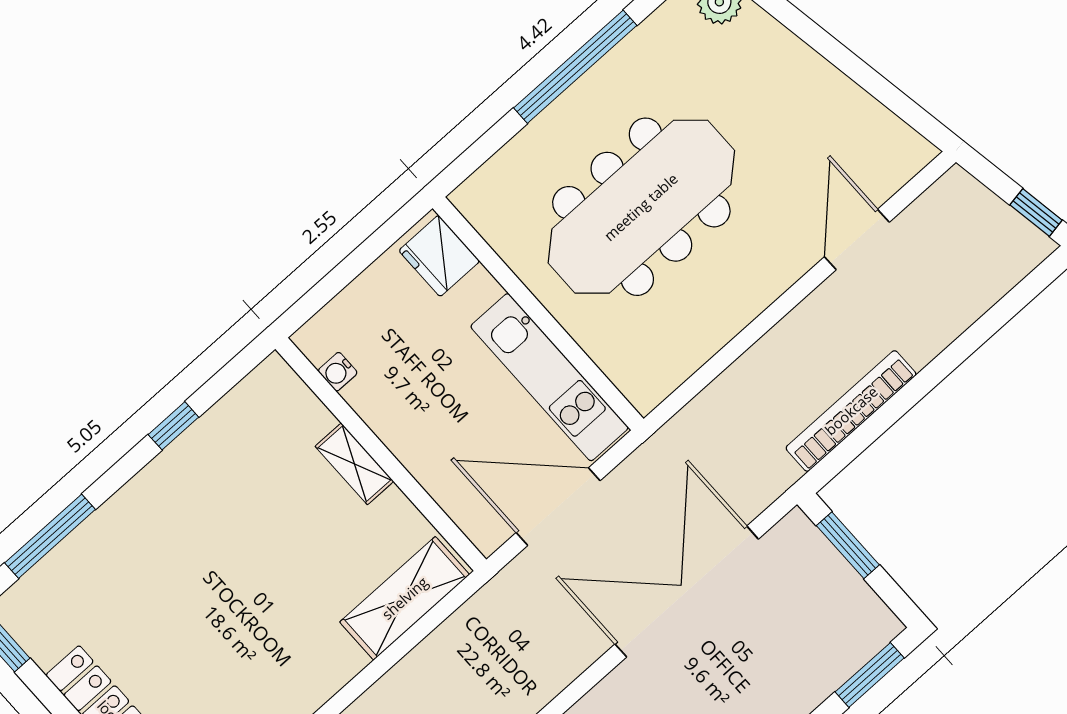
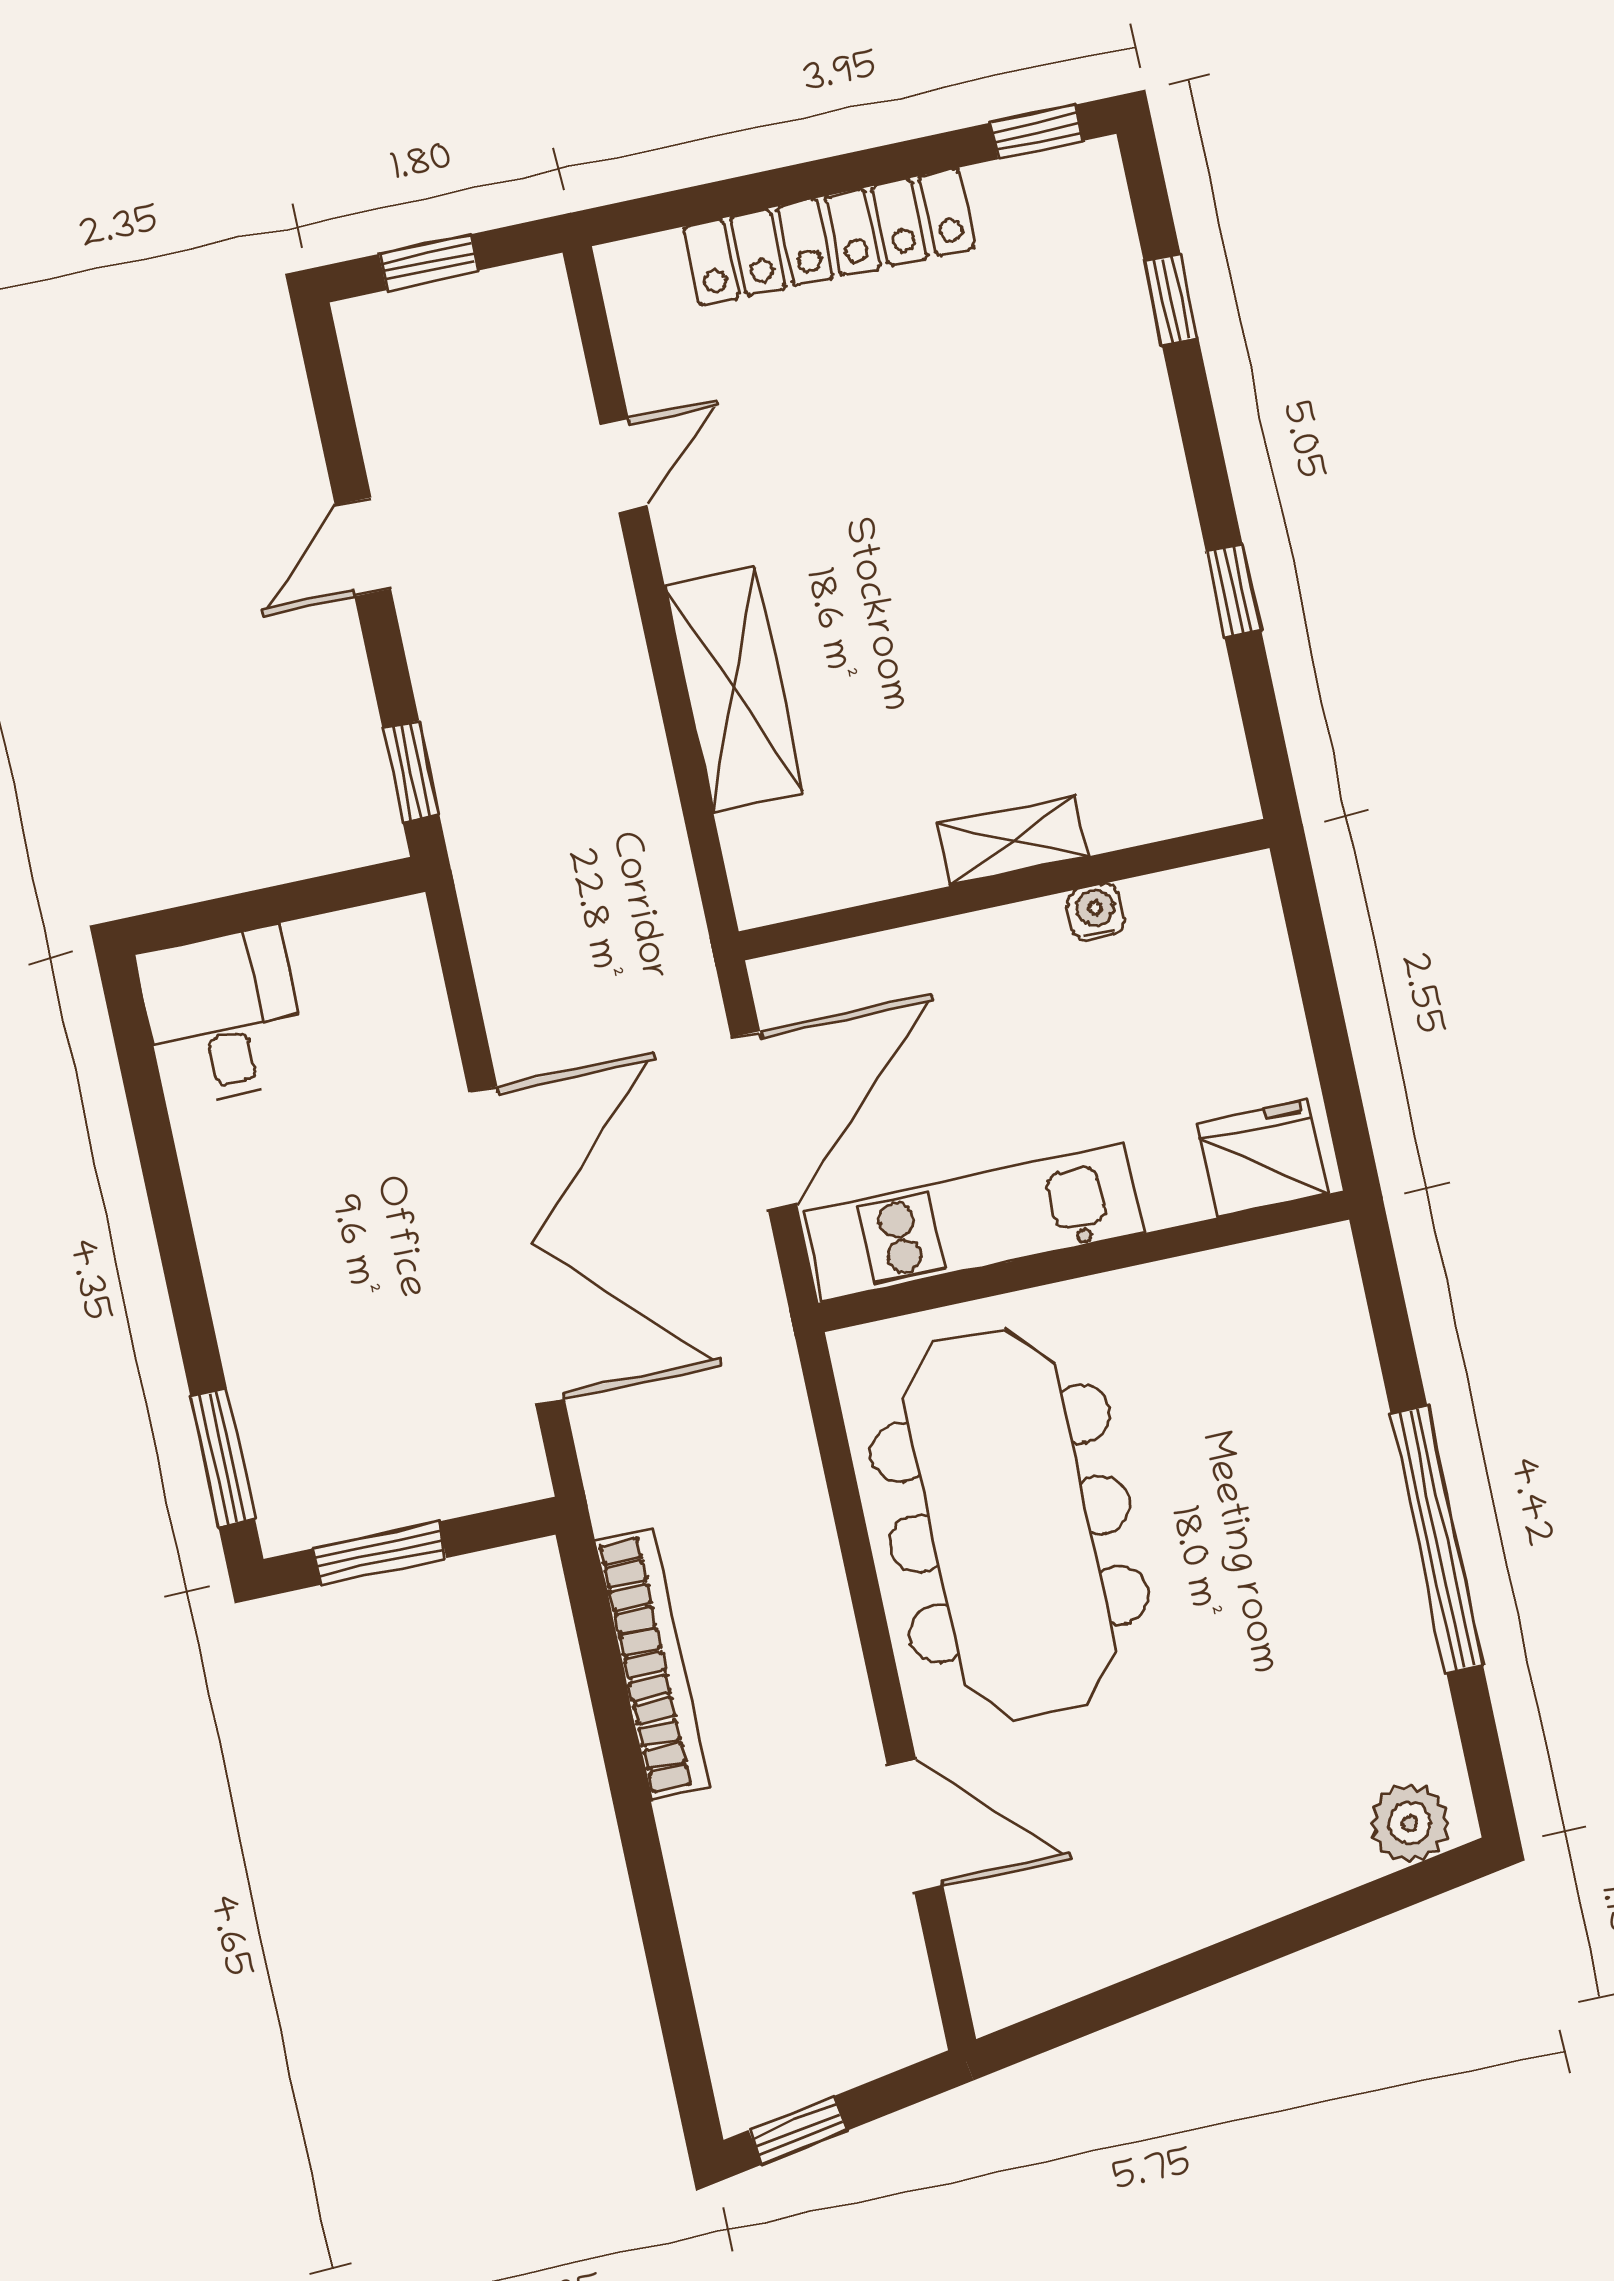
meeting table: (641, 207) -> (1010, 1524), moved
water cooler: (338, 372) -> (1096, 912), moved
window: (50, 536) -> (1171, 299), width x0.46
window: (848, 545) -> (379, 1553), moved
shelving: (405, 598) -> (734, 689), moved

